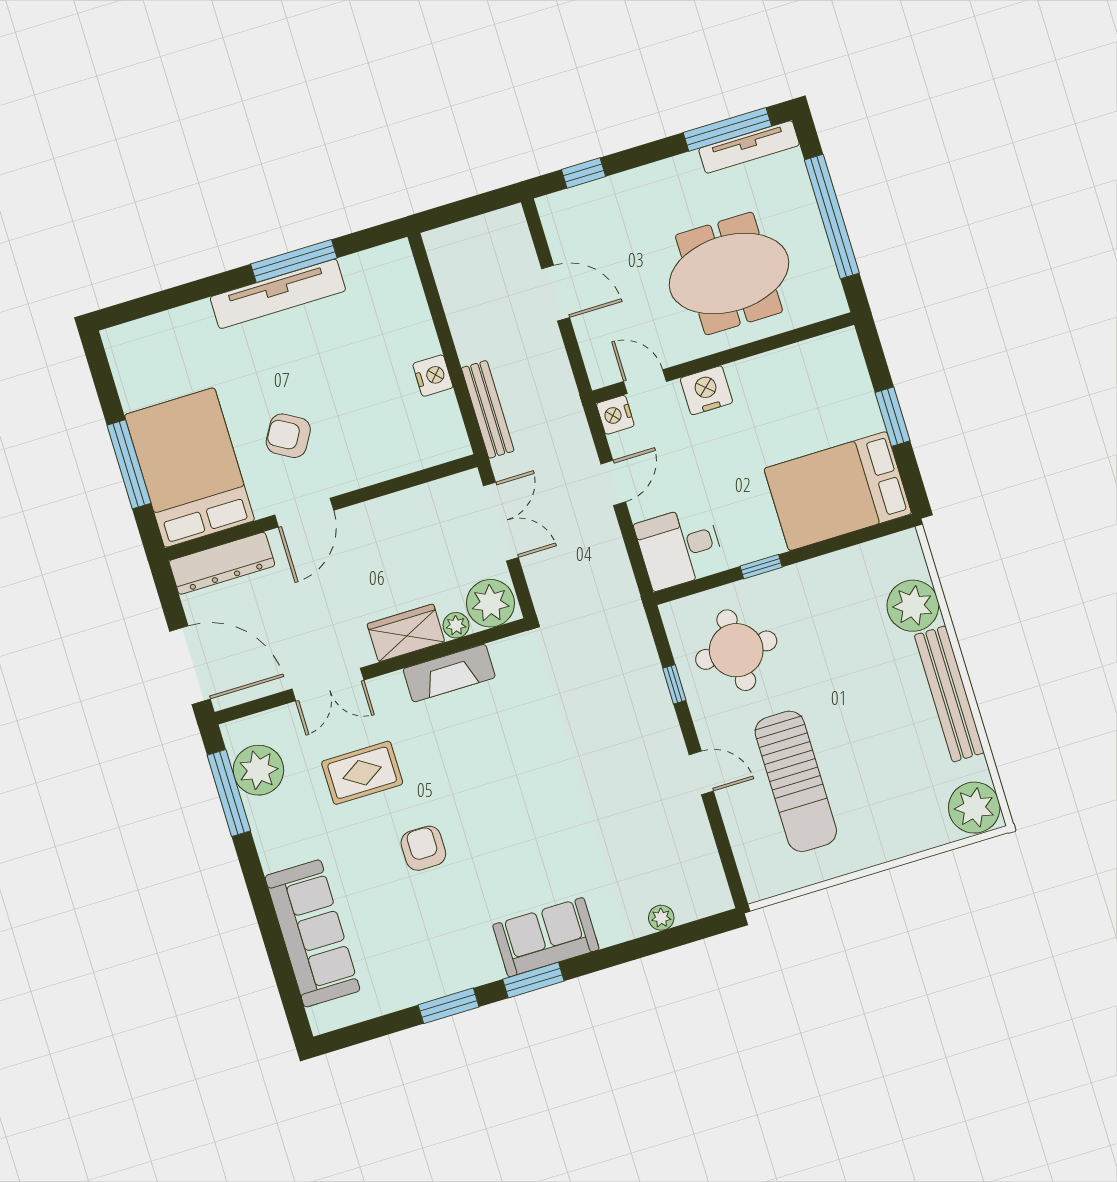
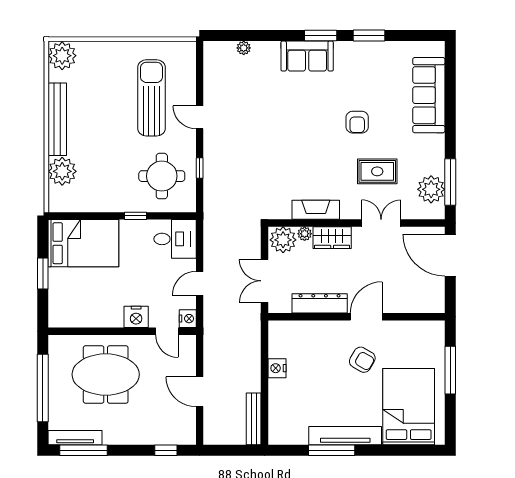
bench: (488, 409) -> (254, 419), moved
bed: (190, 468) -> (409, 407), moved, turned 180
dresser: (222, 563) -> (320, 303), moved

